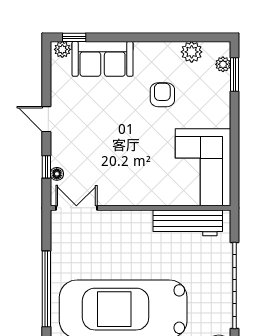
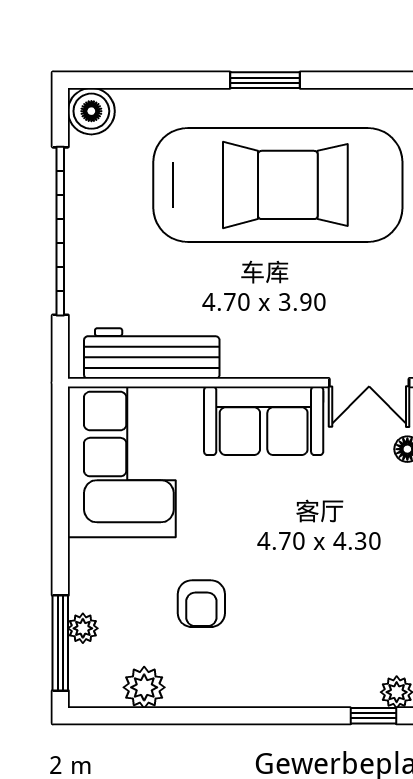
sofa: (103, 59) -> (264, 421), moved, turned 180
plant: (223, 64) -> (83, 628), moved
window: (235, 75) -> (60, 643), width x1.44

